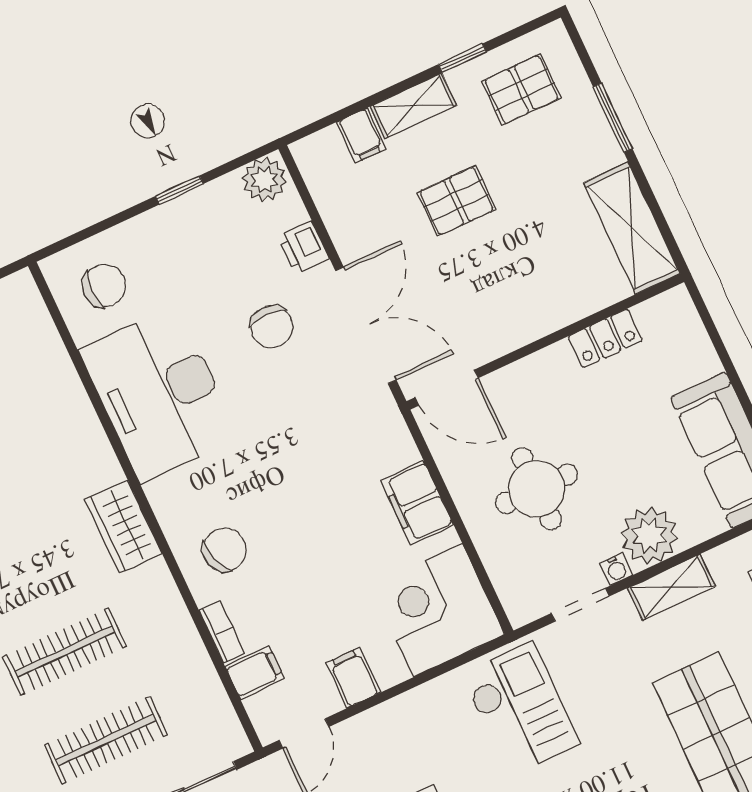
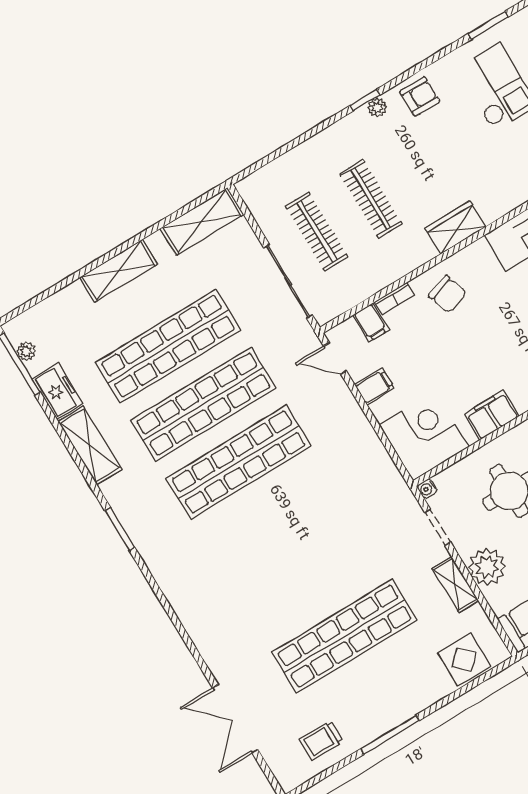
water cooler: (616, 569) -> (427, 489), moved
checkout: (520, 709) -> (366, 496), removed

